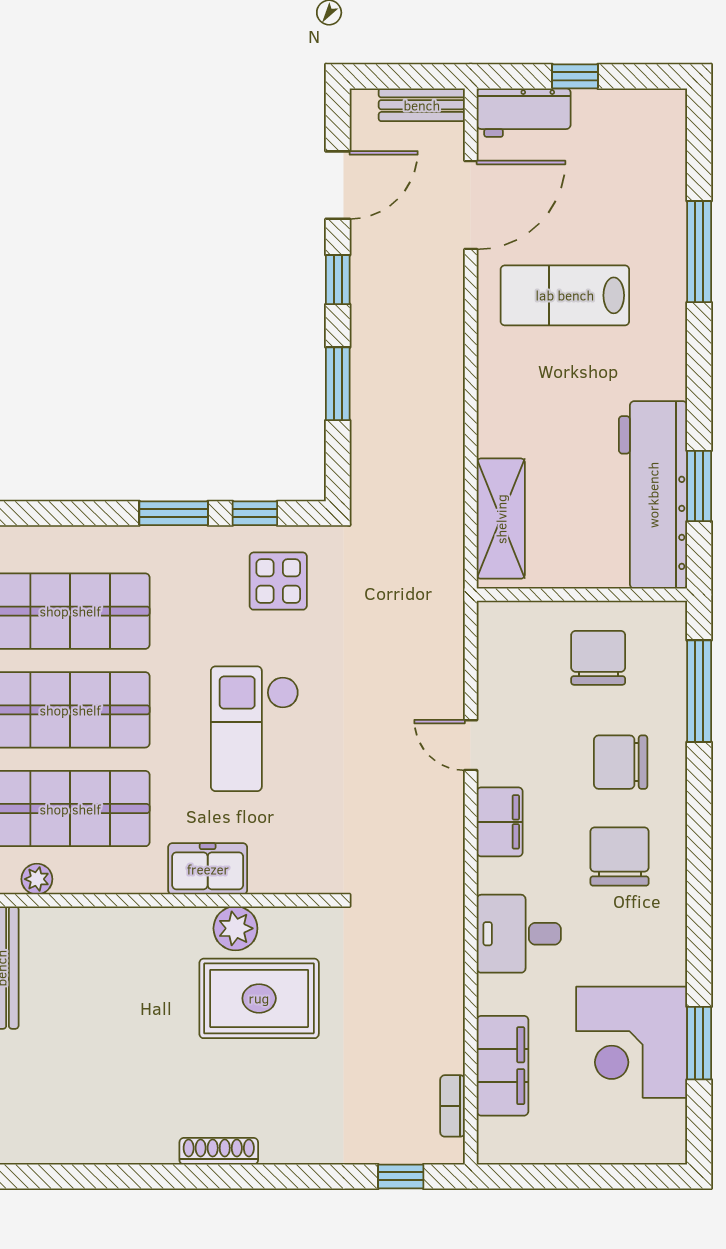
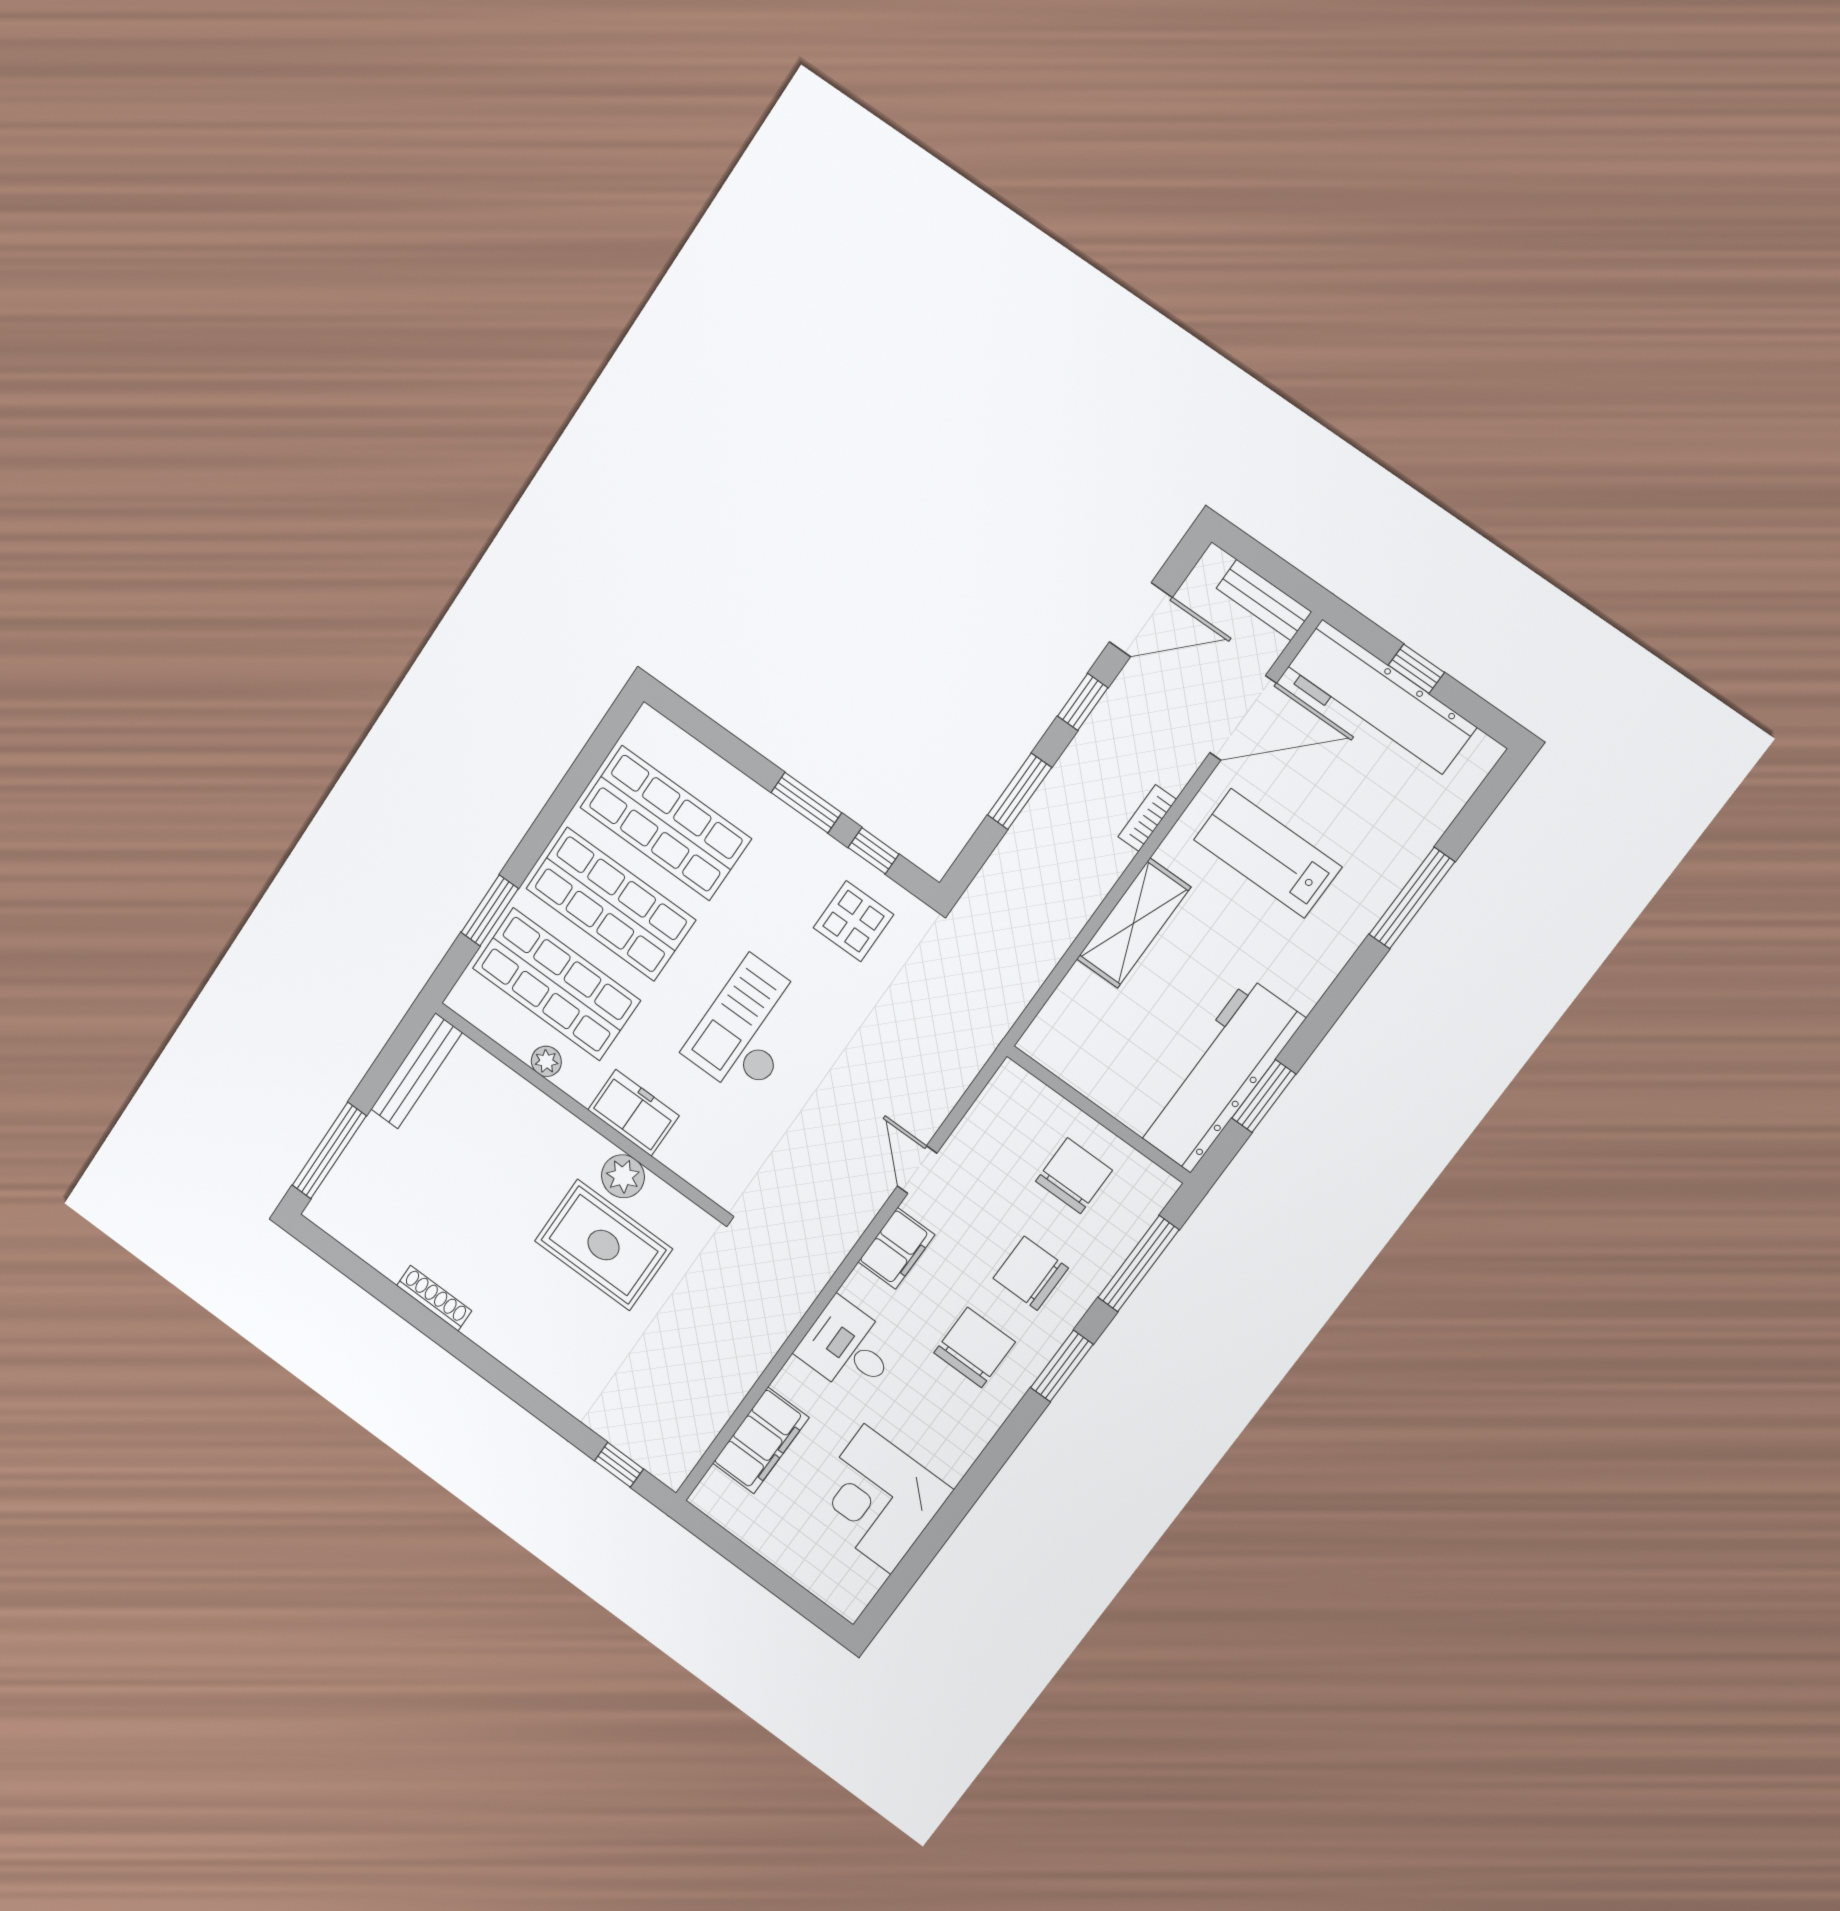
workbench: (524, 113) -> (1379, 701), width x1.88, depth x1.32
shelving: (501, 519) -> (1134, 923), moved
plant: (37, 879) -> (546, 1061), moved
window: (699, 1043) -> (1062, 1366), moved
bookcase: (452, 1106) -> (1147, 818), moved
shoe rack: (219, 1151) -> (434, 1298), moved

